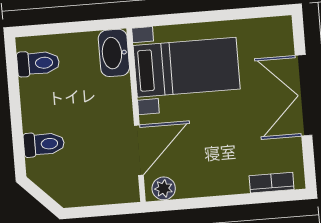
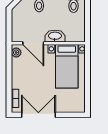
washbasin: (114, 53) -> (55, 36), moved
double door: (304, 95) -> (38, 115), moved

